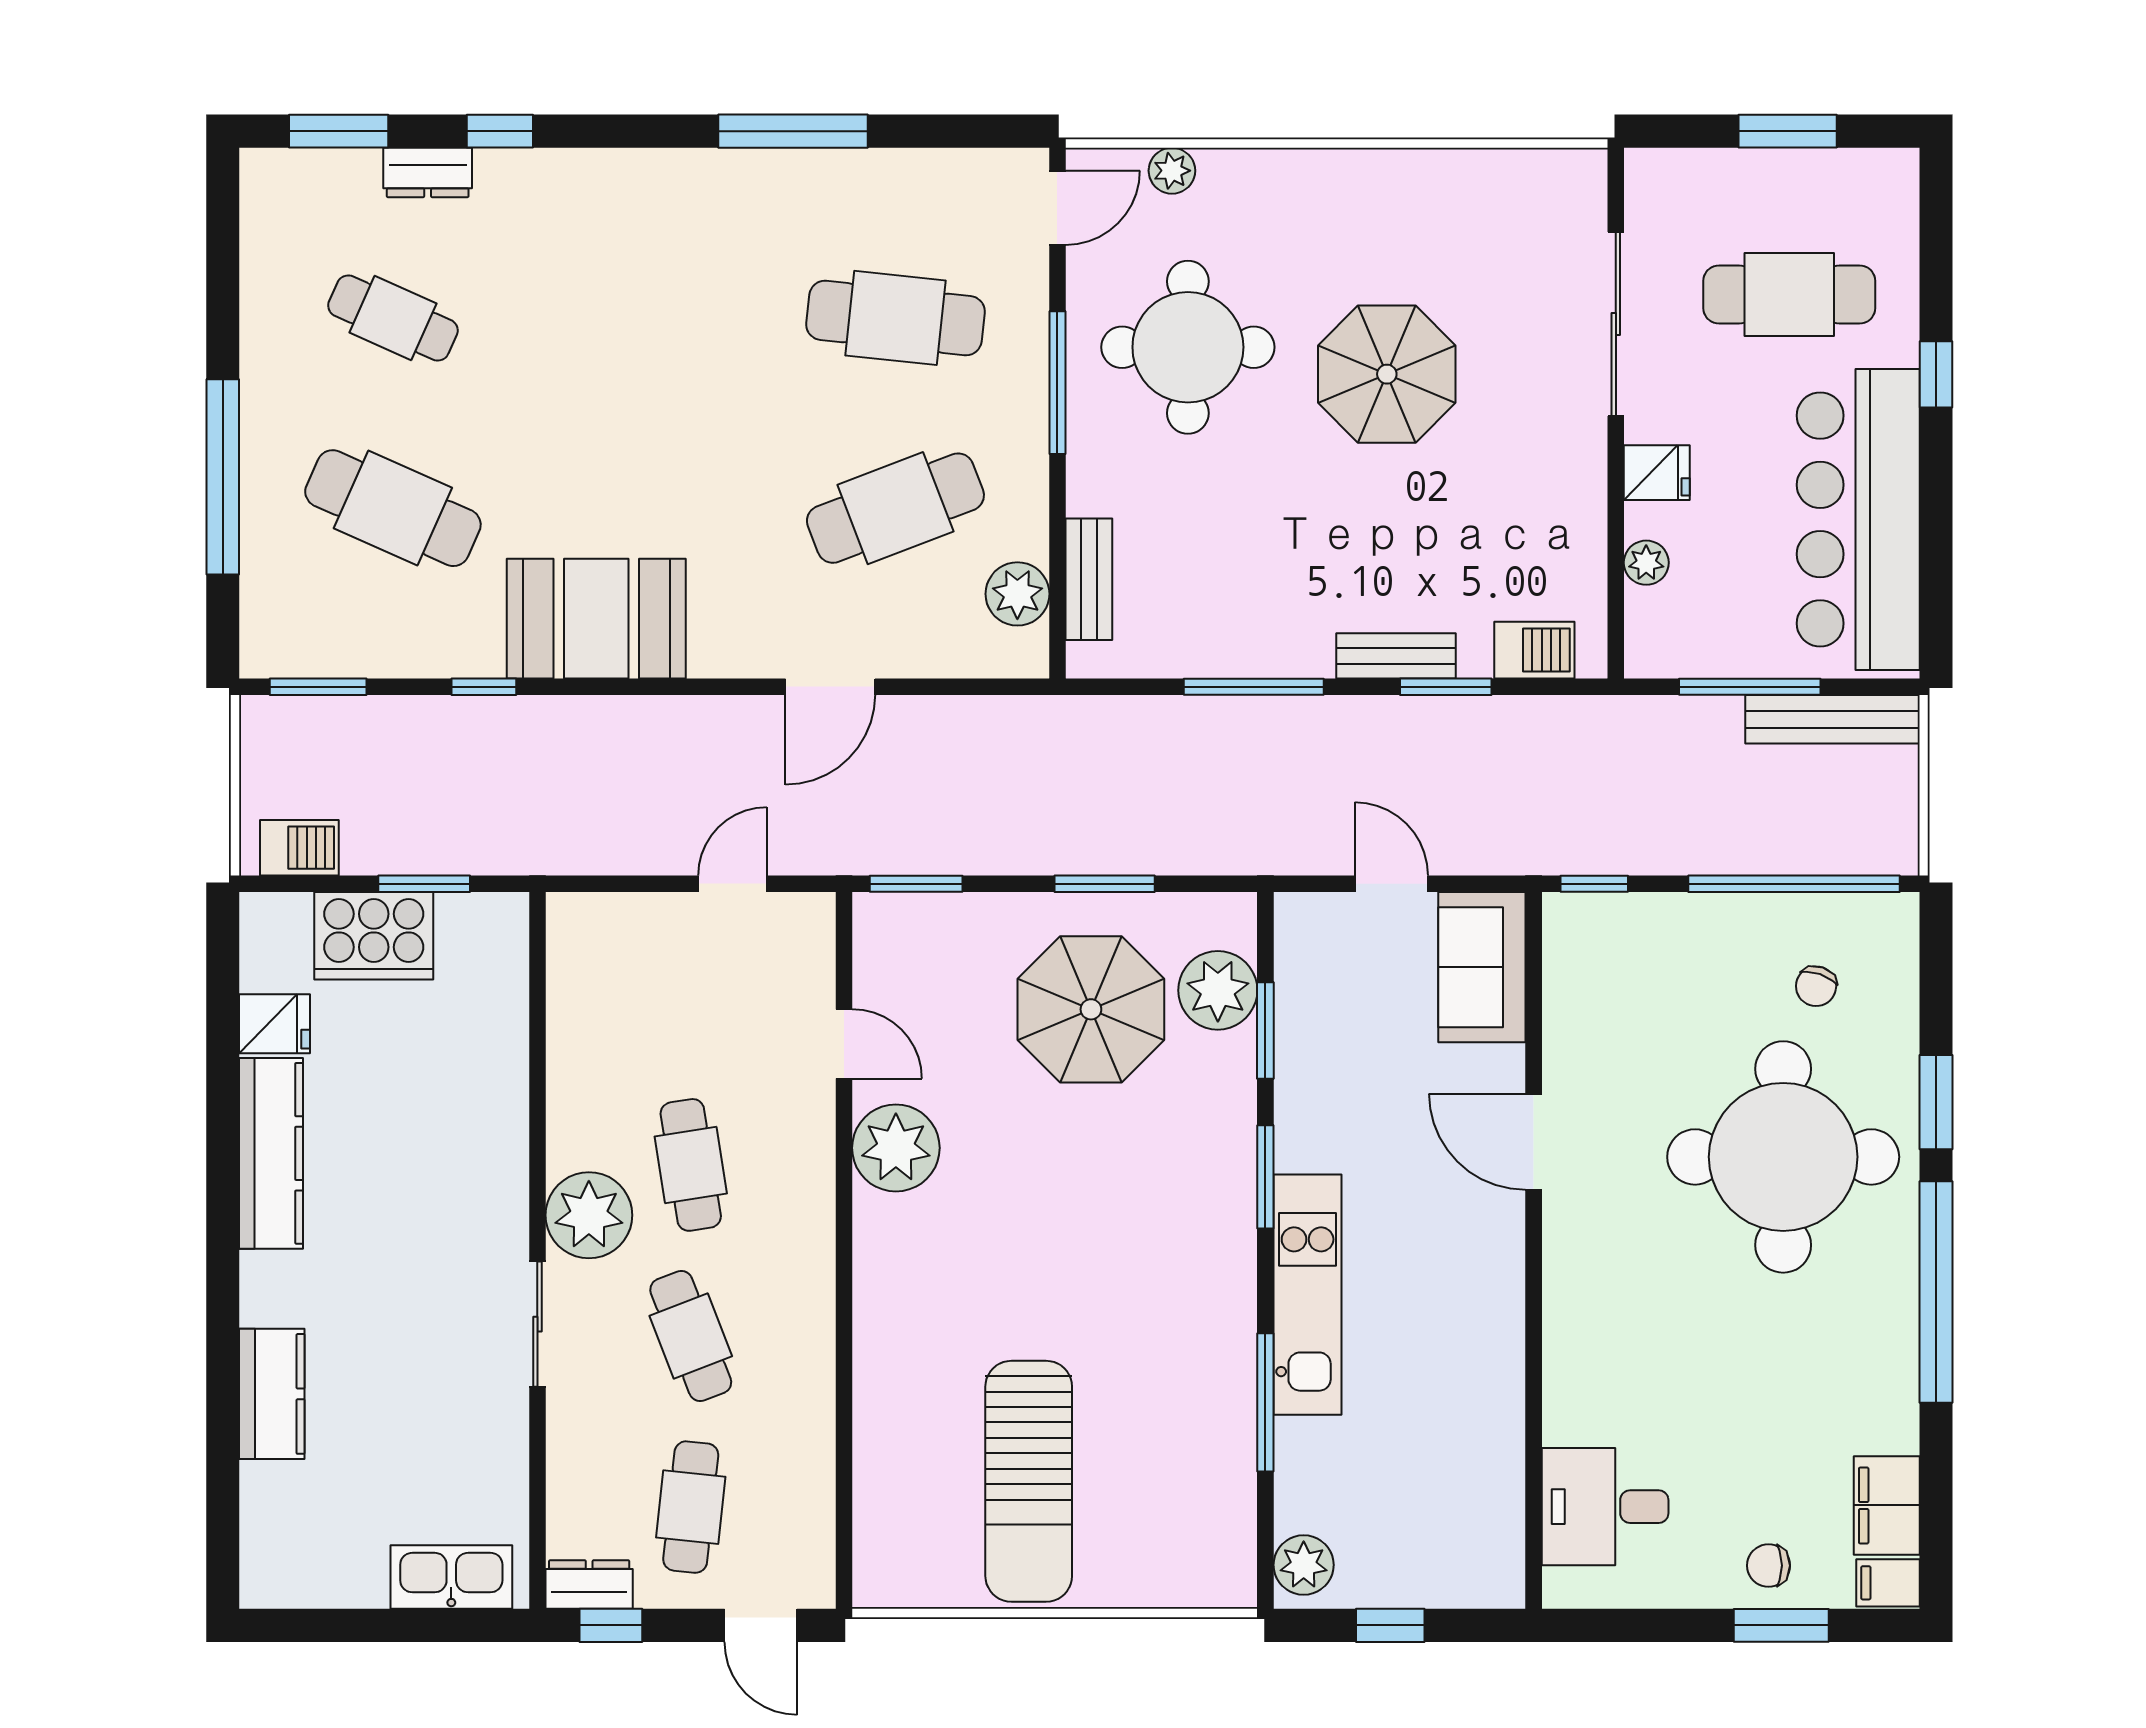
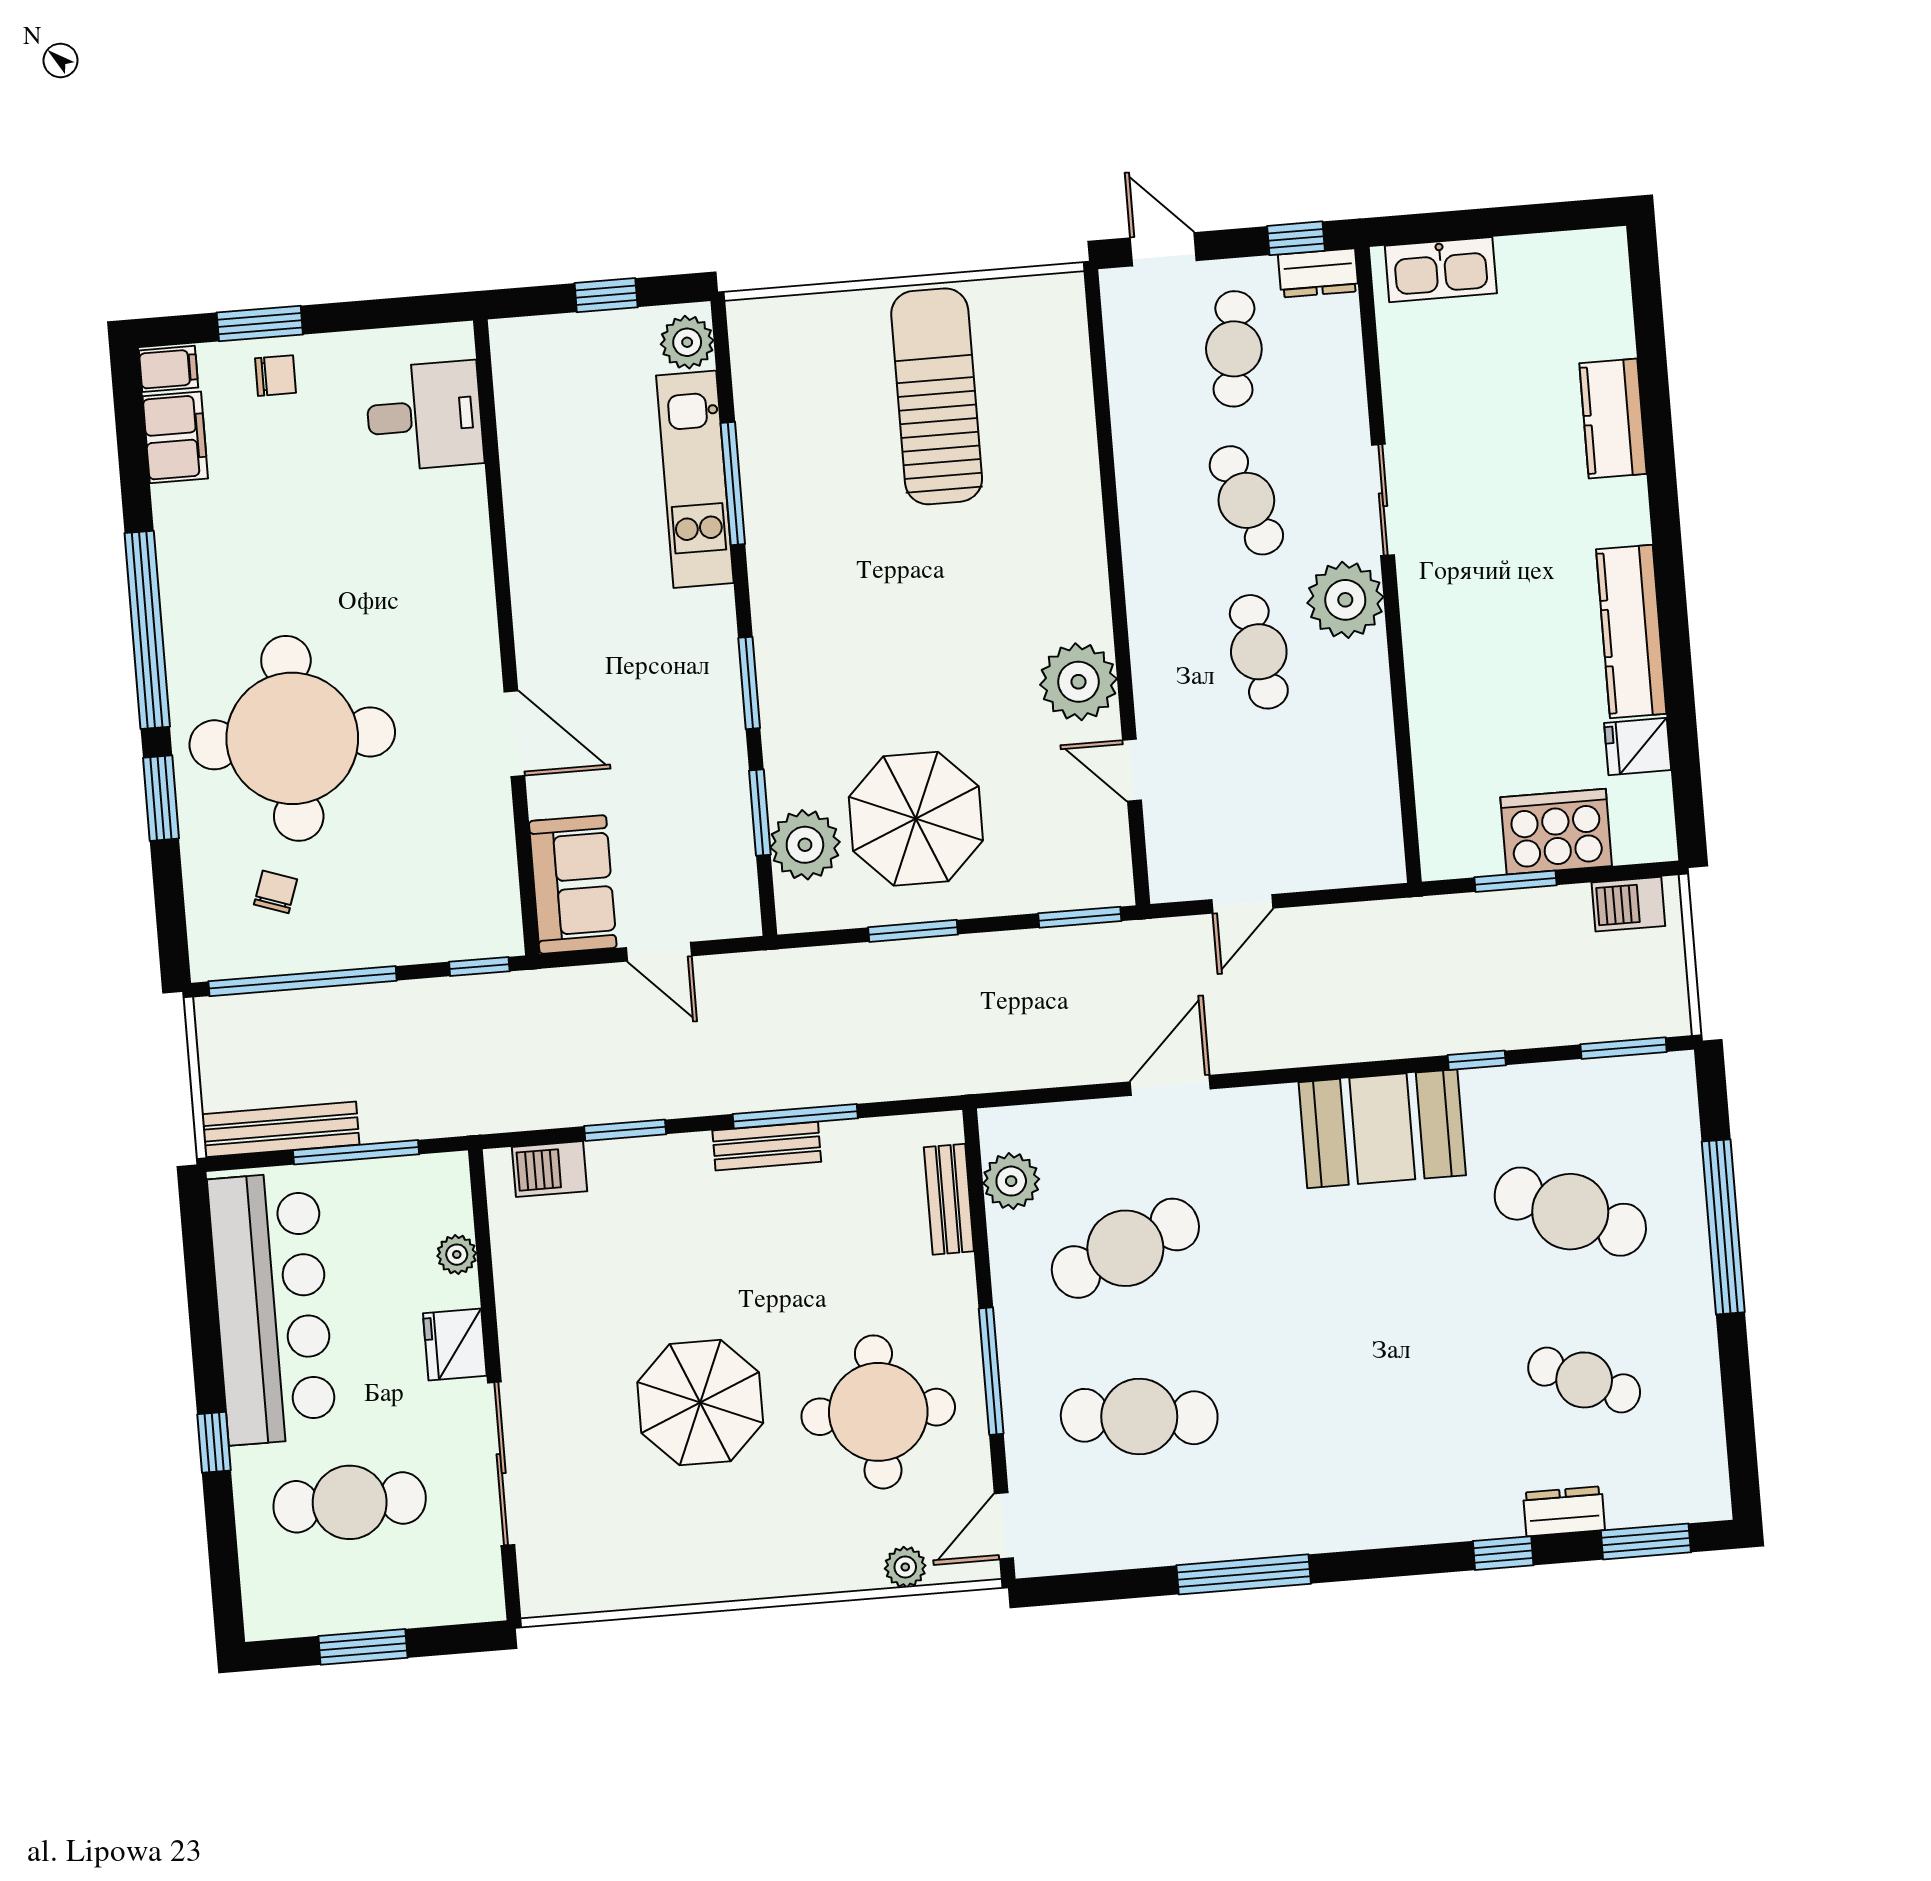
fridge: (1657, 473) -> (455, 1344), width x1.38
bench: (1396, 656) -> (767, 1146), moved
kitchen unit: (1308, 1295) -> (695, 479), moved

